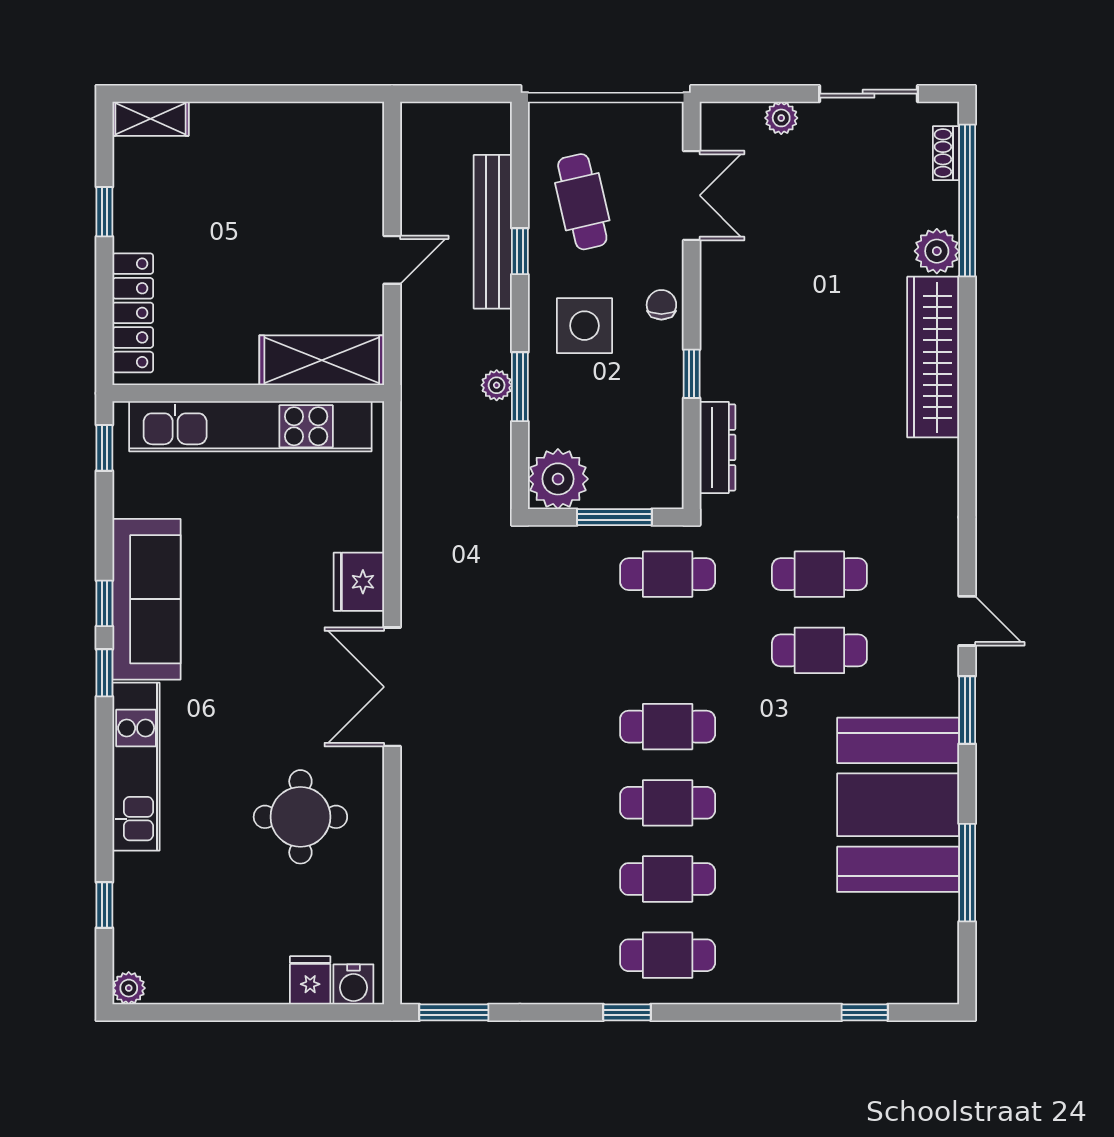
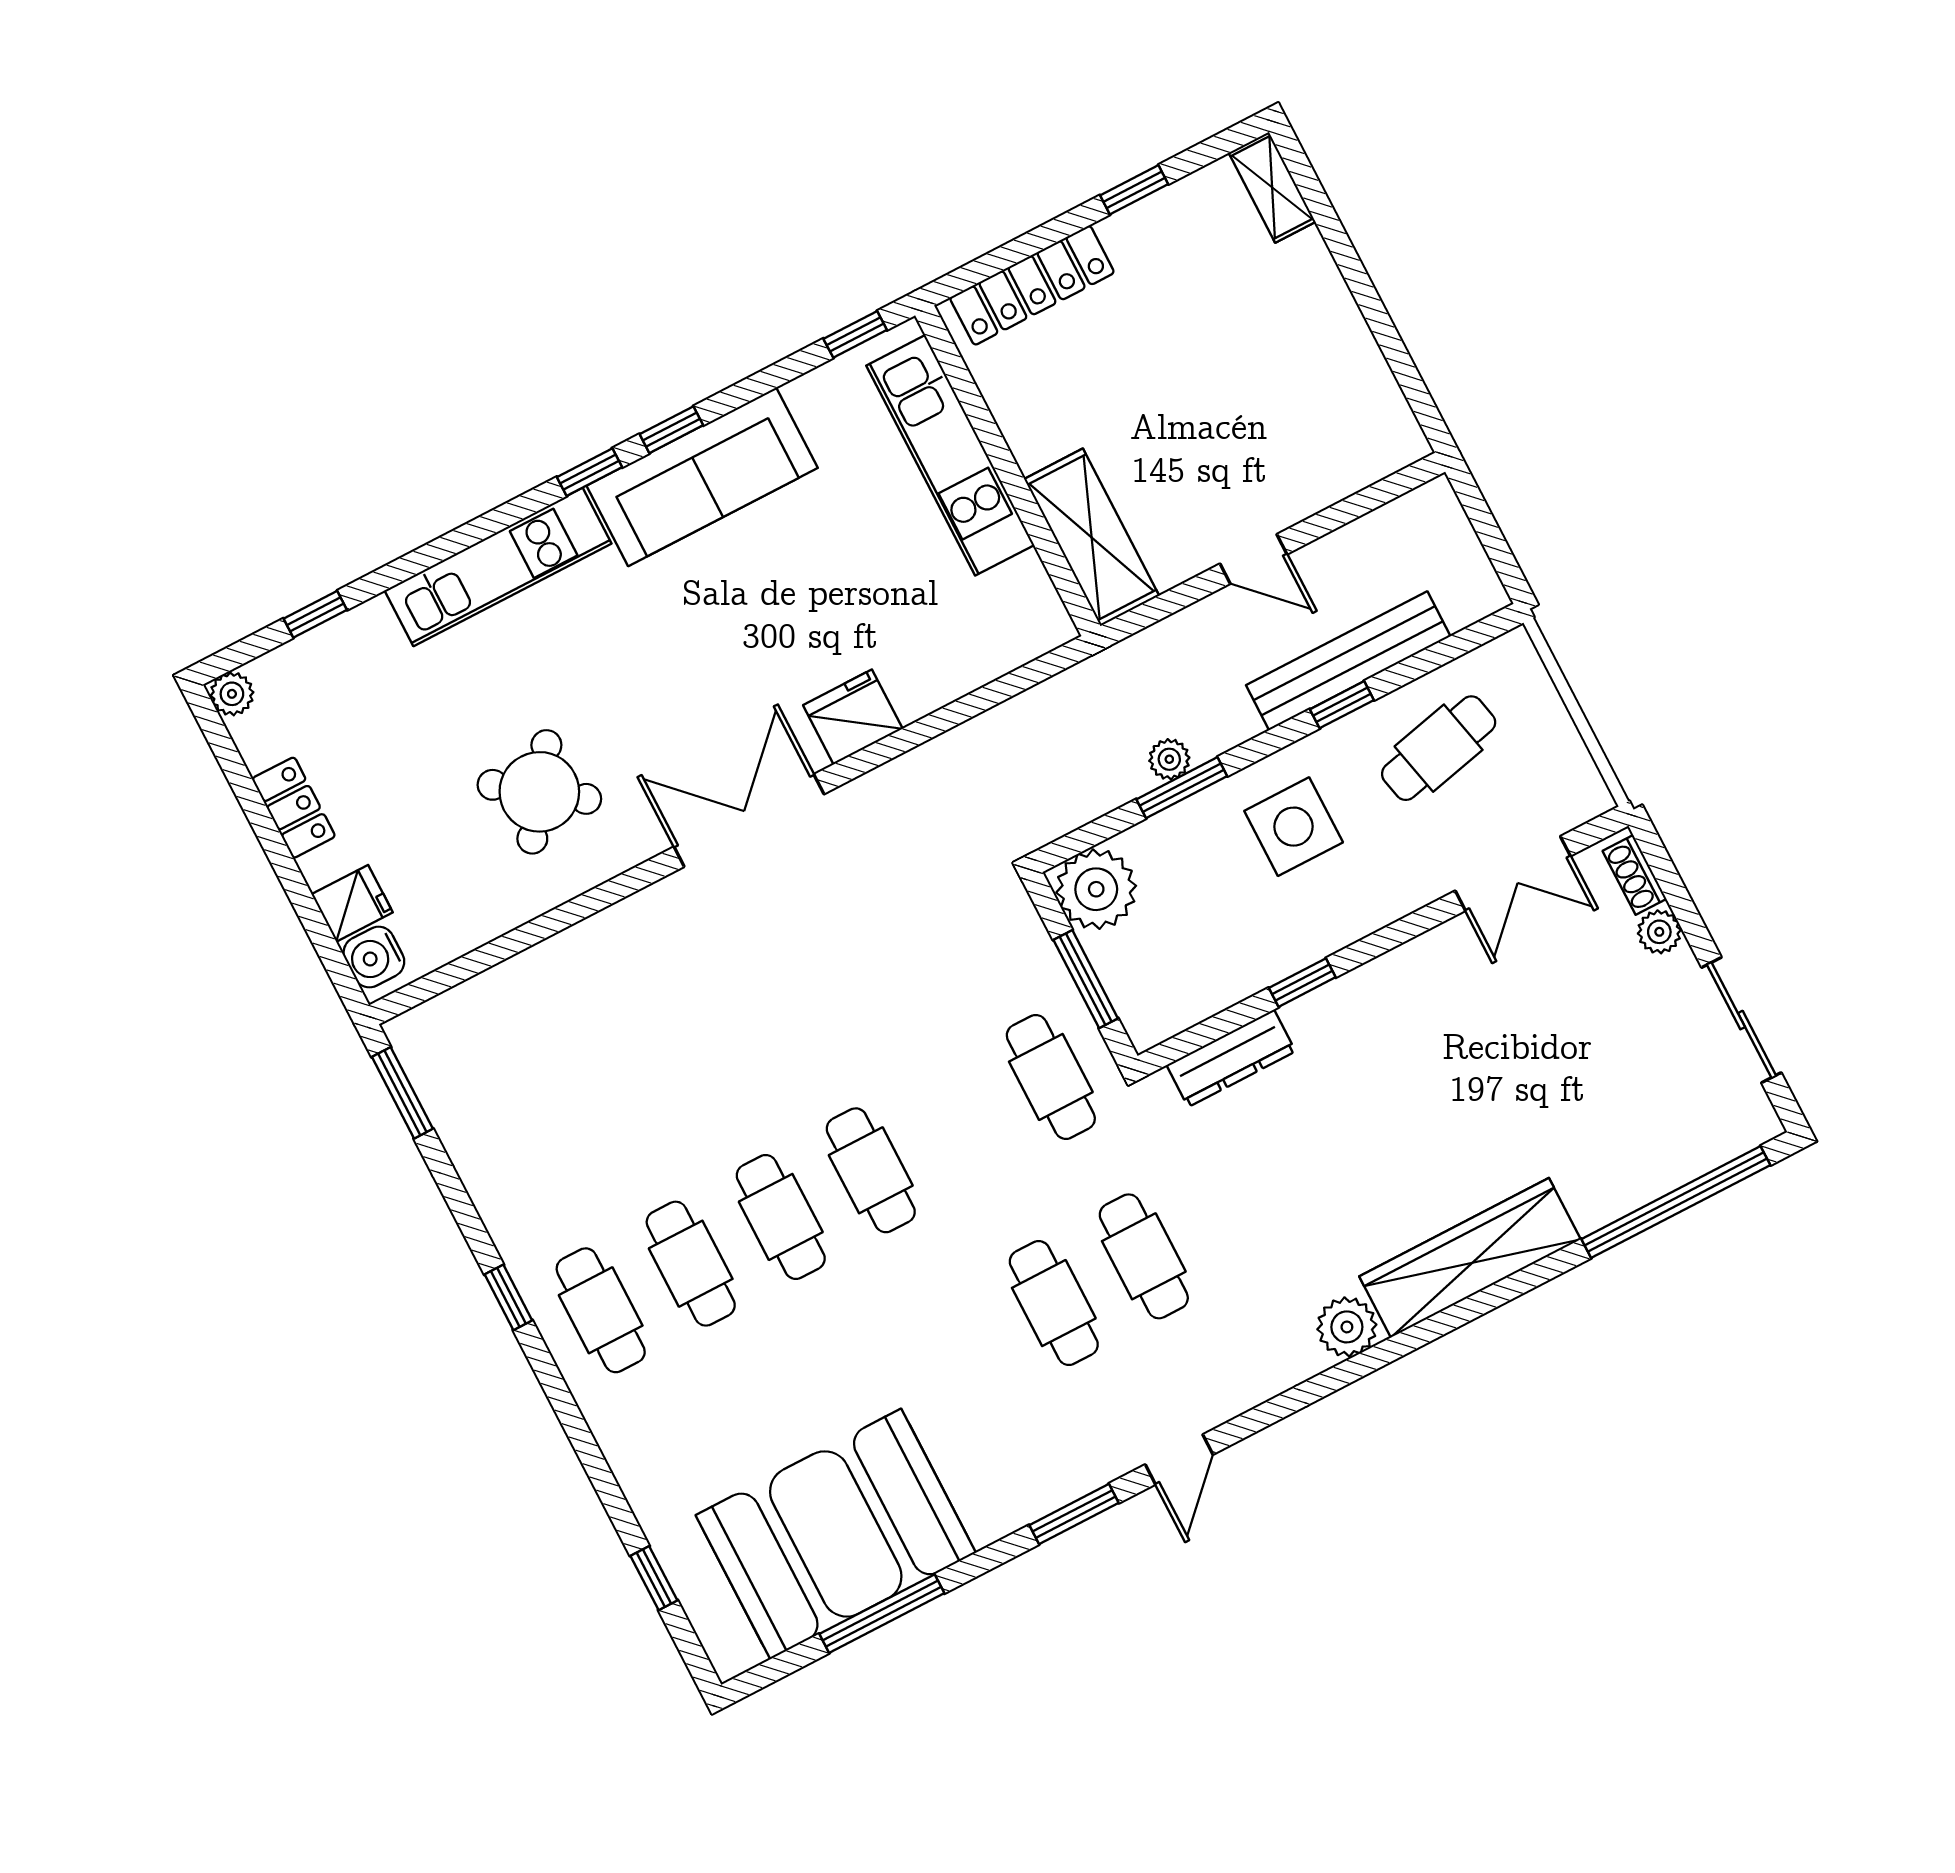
shoe rack: (946, 153) -> (1635, 875), moved, turned -90
plant: (937, 251) -> (1347, 1327), moved
chair: (661, 305) -> (1365, 905), removed
kitchen unit: (250, 426) -> (950, 455), width x0.73
booth: (898, 805) -> (836, 1534), moved
round table: (300, 817) -> (539, 792), turned 36
locker: (226, 986) -> (294, 808), added

